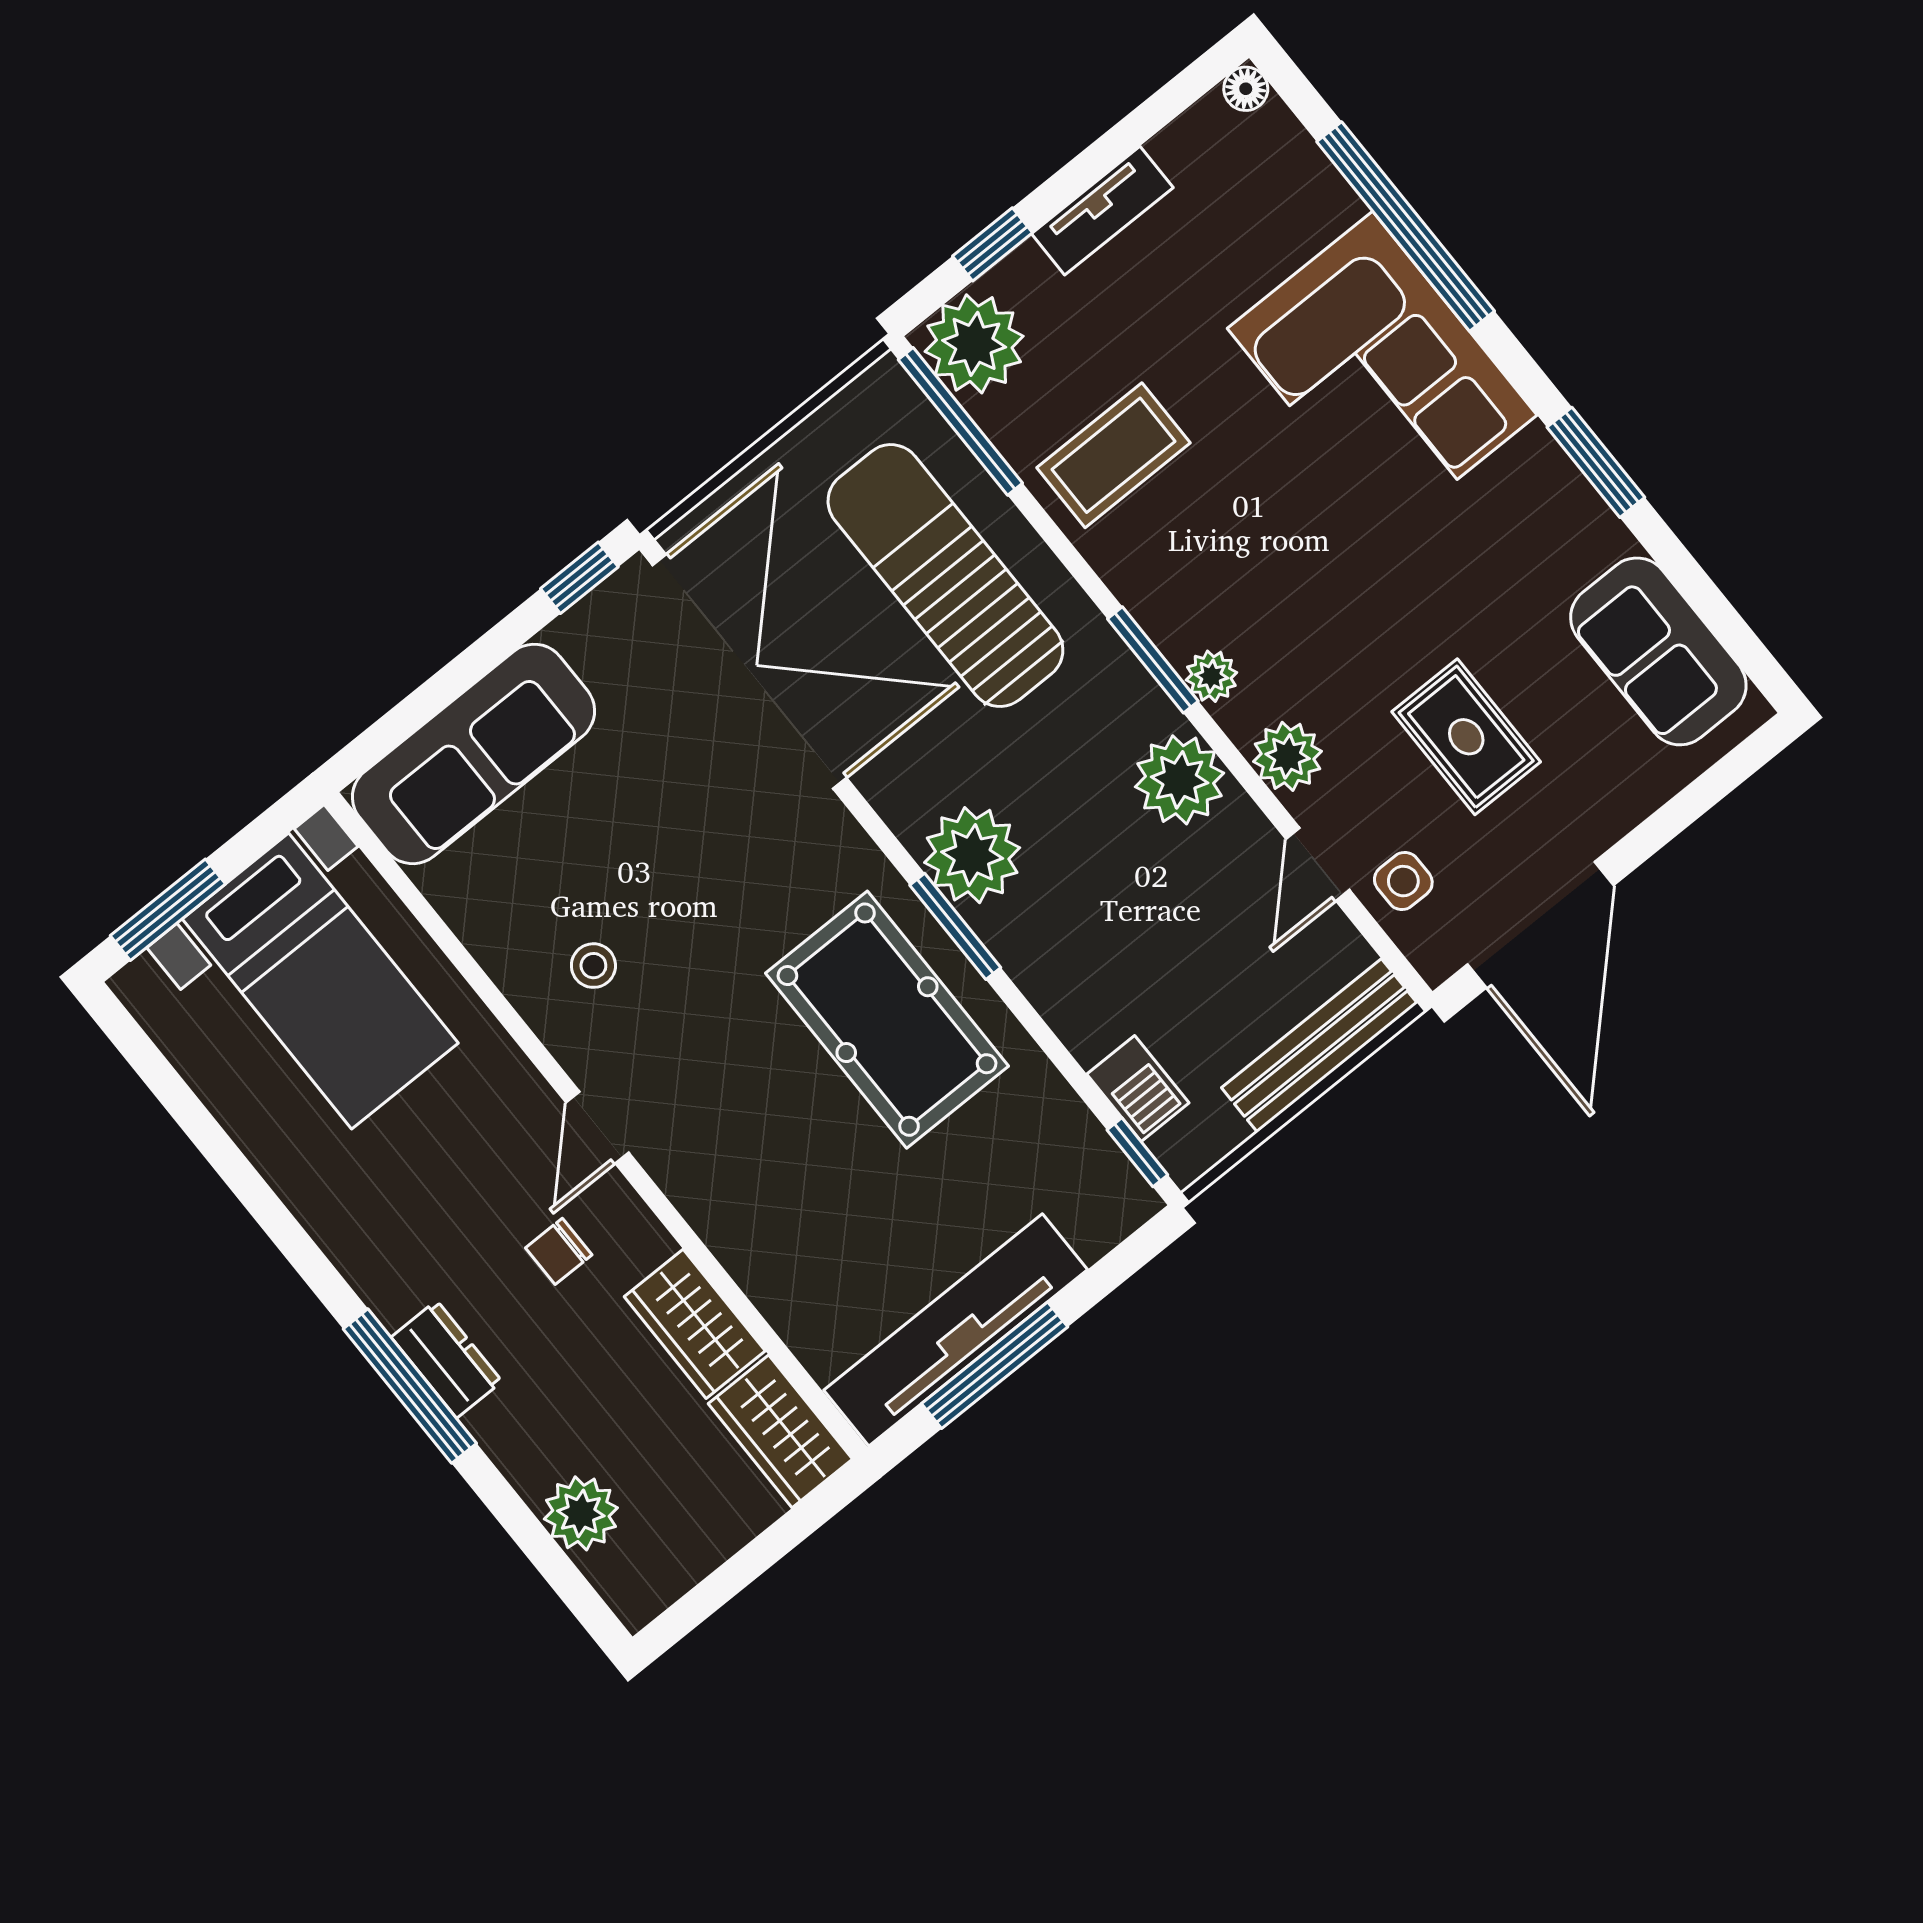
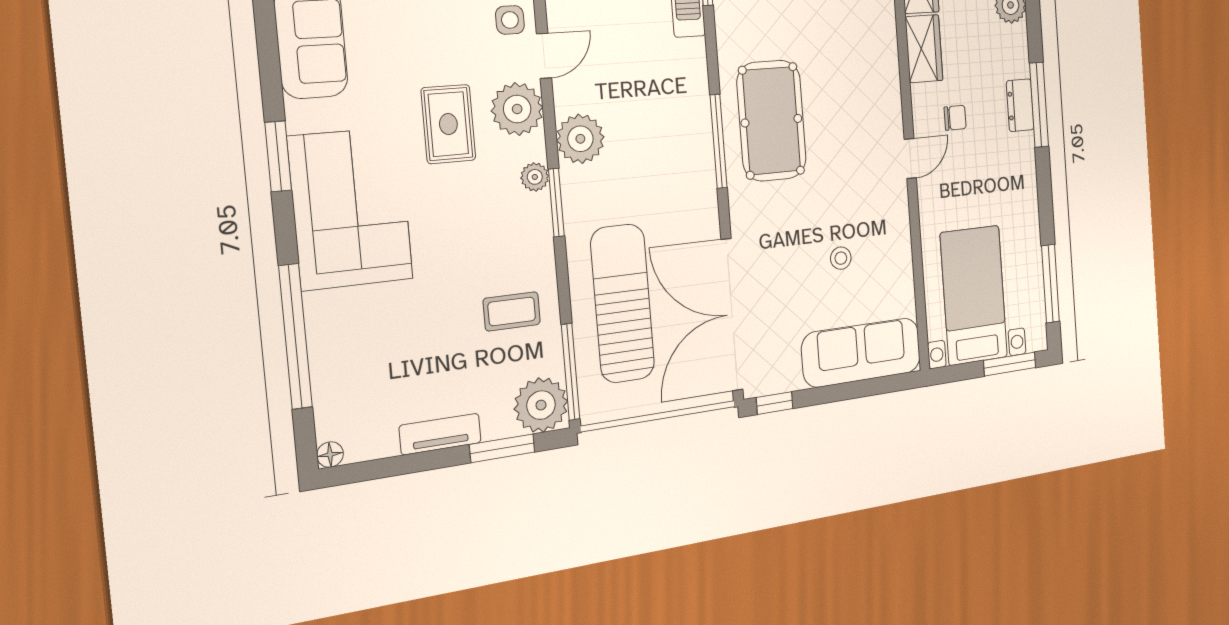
window: (993, 244) -> (502, 448), width x1.50
corner sofa: (1382, 372) -> (351, 208), moved
coffee table: (1113, 455) -> (512, 311), width x0.73, depth x0.77
sun lounger: (945, 576) -> (623, 303), turned 180
rug: (1466, 737) -> (448, 124), moved
plant: (1288, 756) -> (517, 109), width x1.36, depth x1.36
plant: (972, 855) -> (691, 168), removed
window: (955, 926) -> (718, 141), width x1.44
stool: (593, 966) -> (841, 258), moved
window: (177, 1098) -> (1050, 284), added

